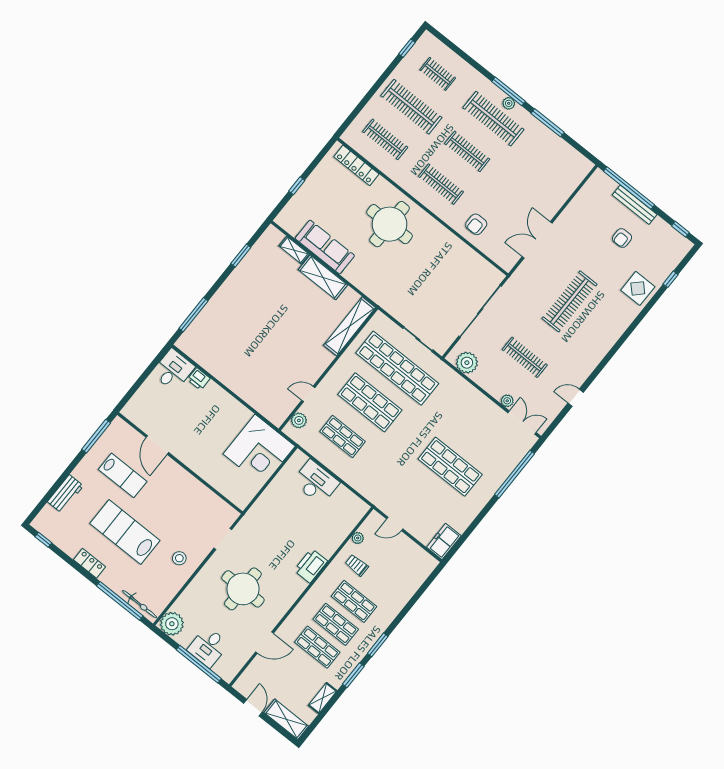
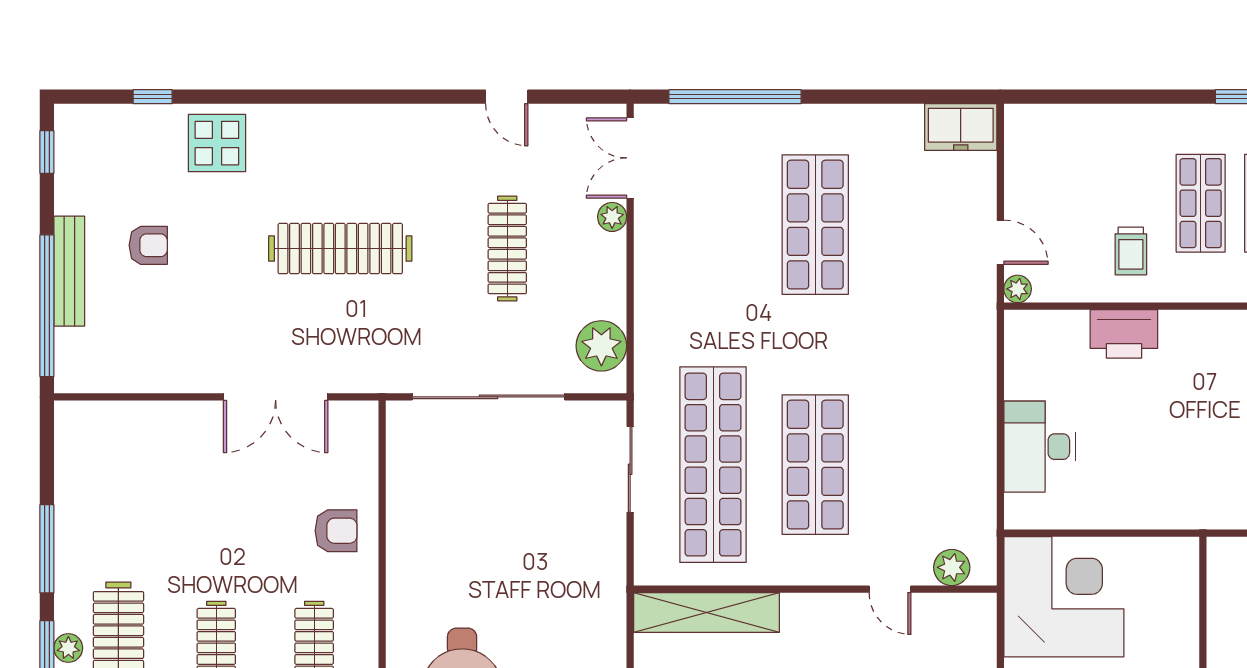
shop shelf: (343, 437) -> (917, 465), removed
plant: (358, 538) -> (1018, 289), moved
printer: (311, 566) -> (1124, 334), moved

